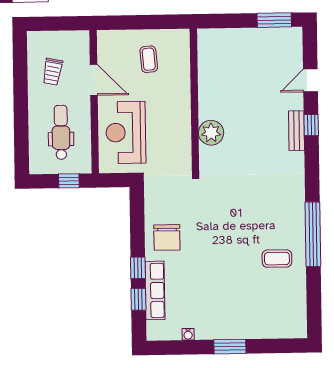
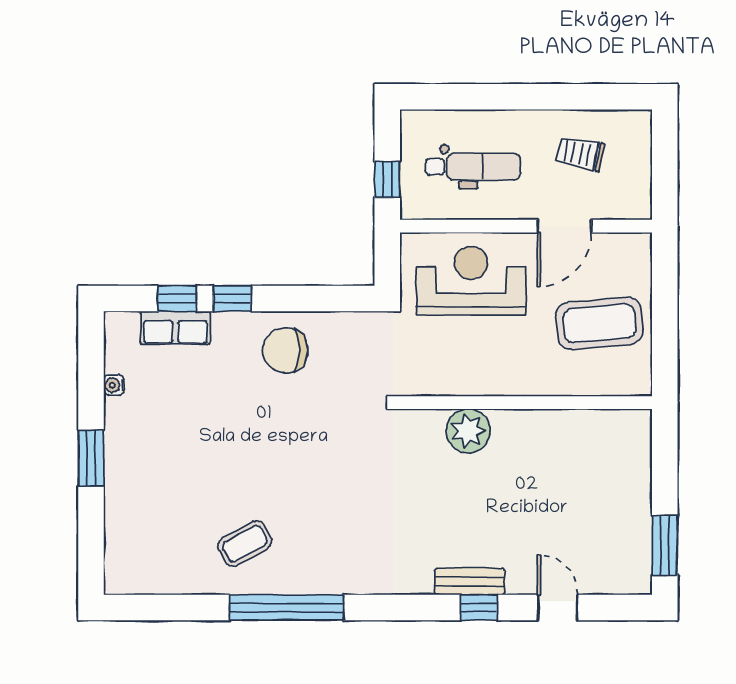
coffee table: (149, 59) -> (599, 323), width x1.86, depth x1.72
coffee table: (277, 259) -> (245, 544), turned 61
row of seats: (155, 290) -> (175, 328), width x0.68

